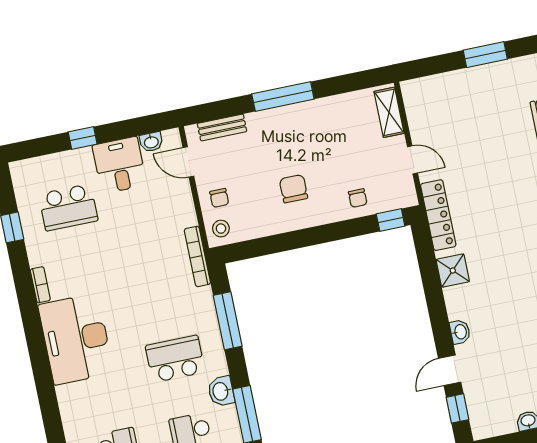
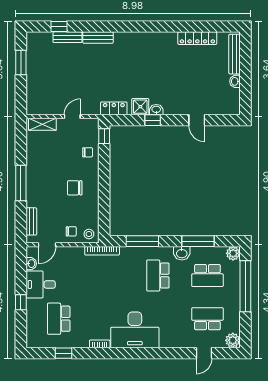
school desk: (68, 207) -> (59, 319), turned 180
locker: (438, 215) -> (114, 108), width x0.66
washbasin: (460, 332) -> (156, 110), moved
window: (458, 408) -> (153, 120), moved

